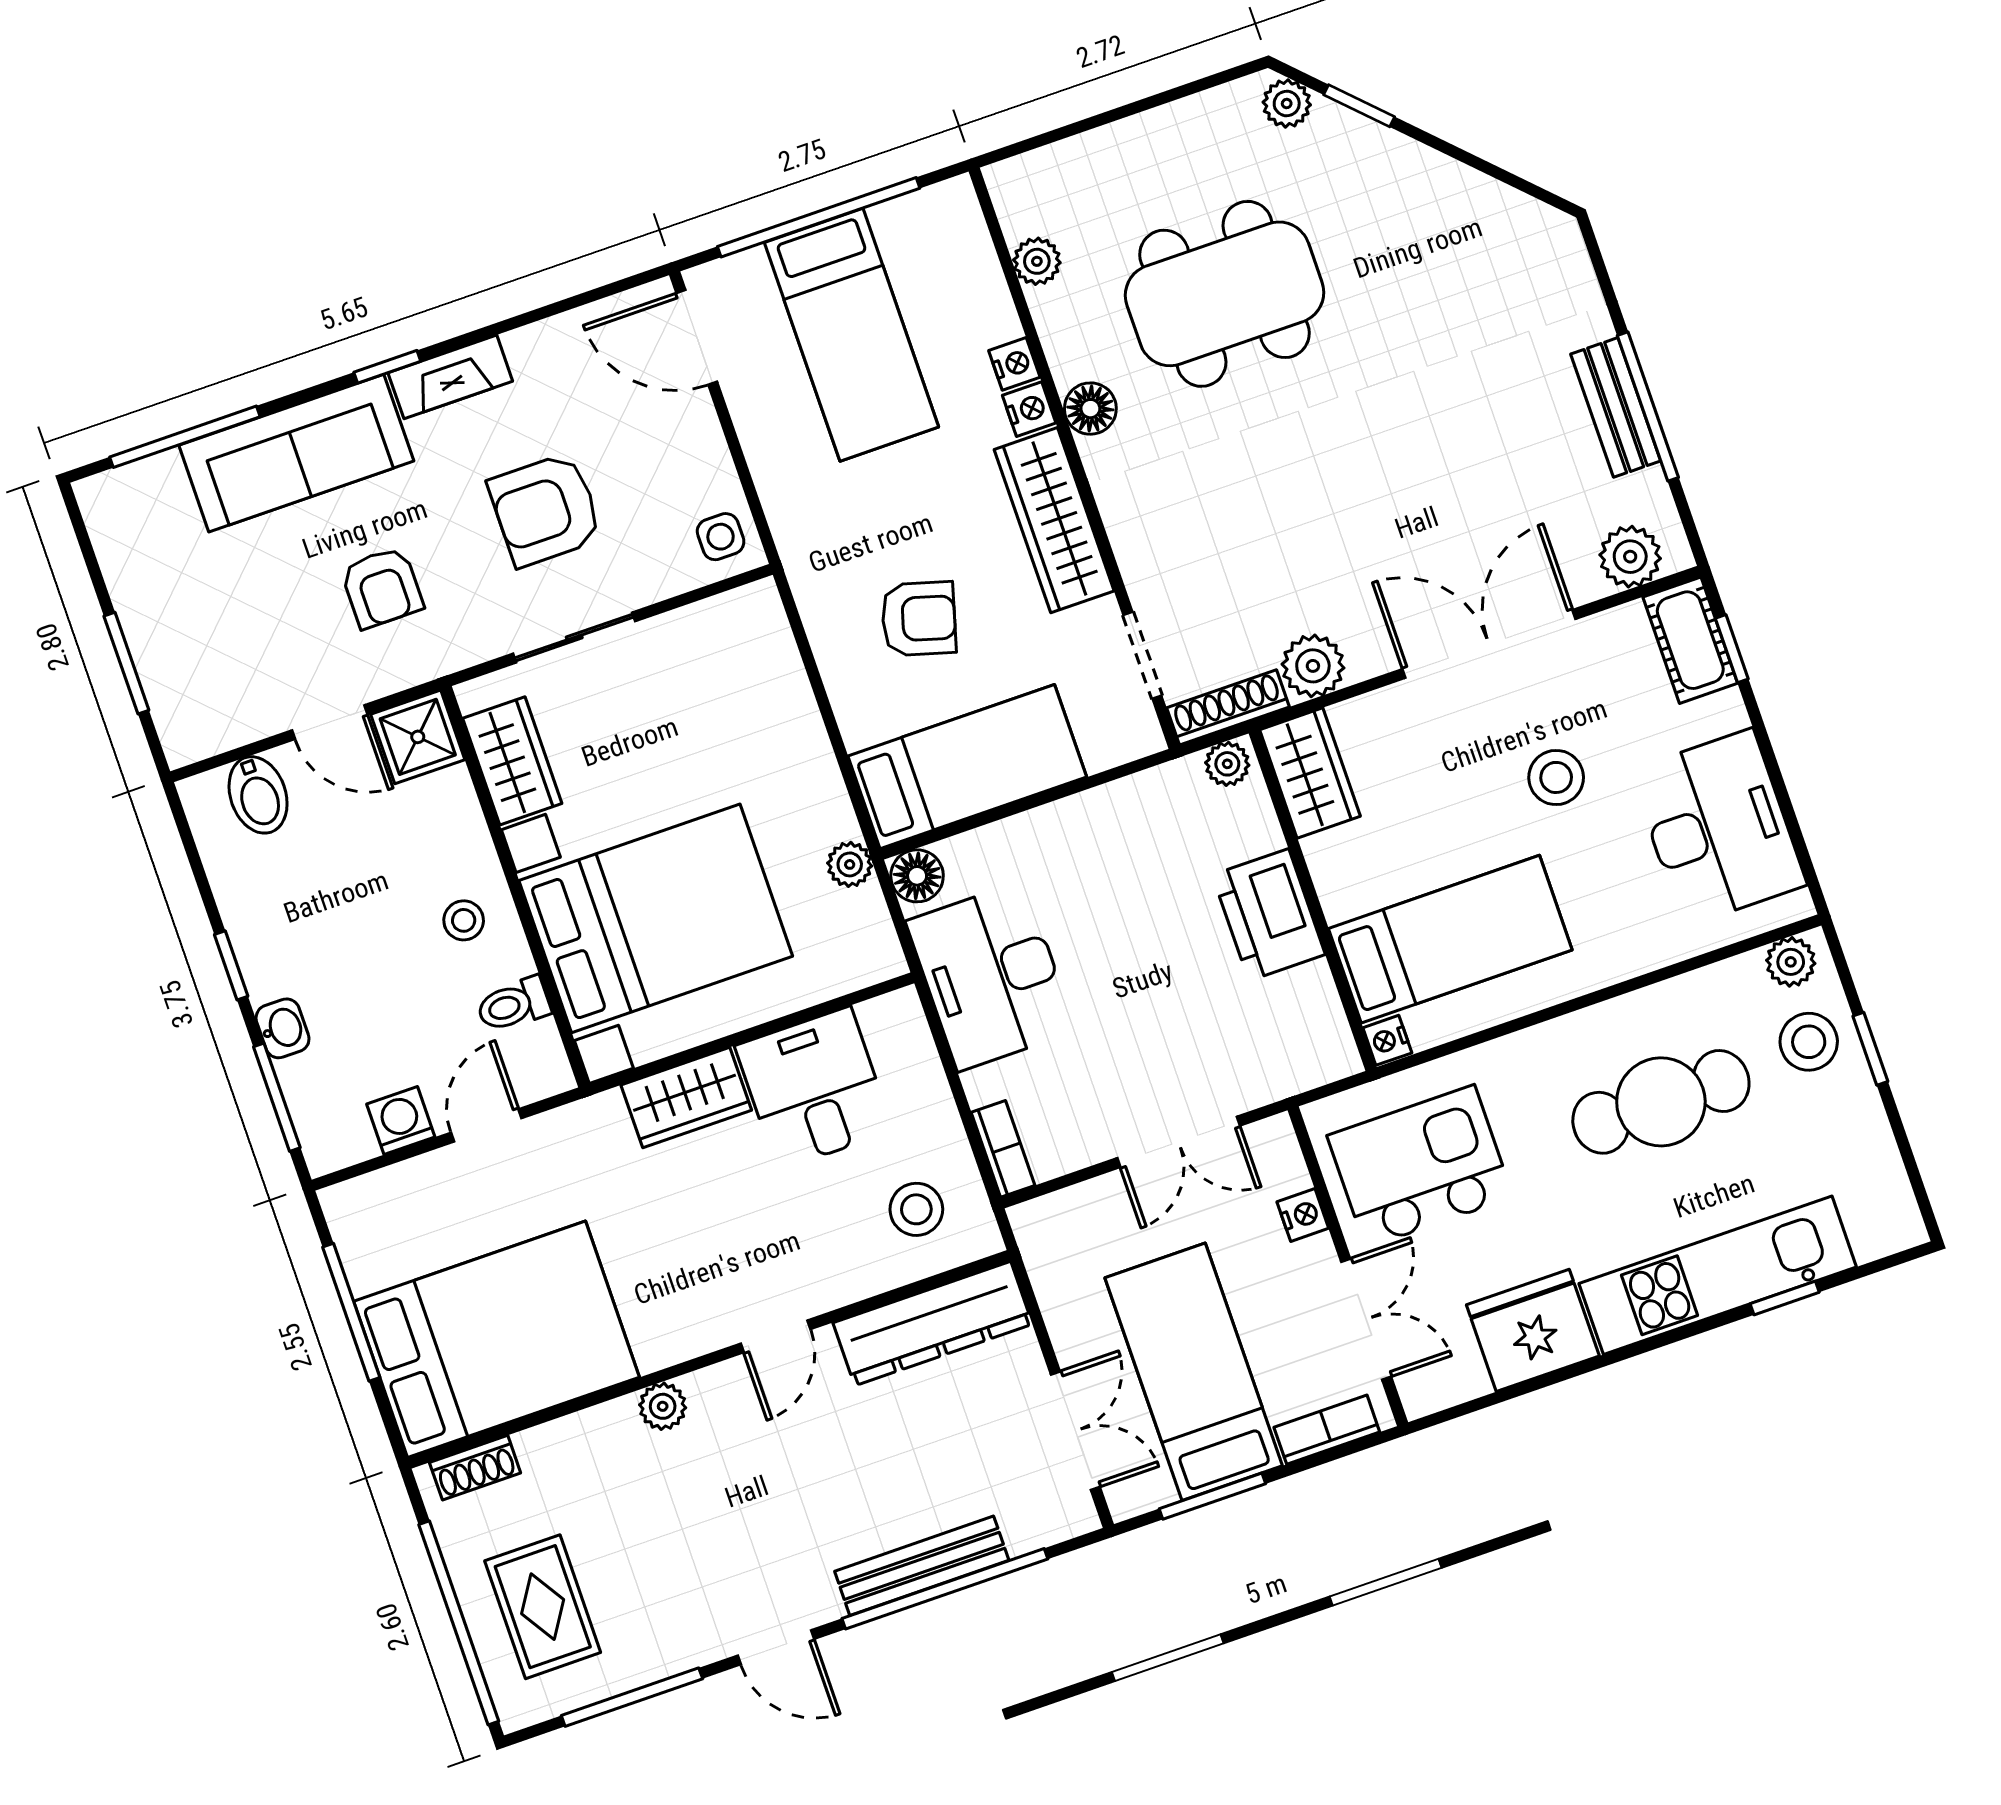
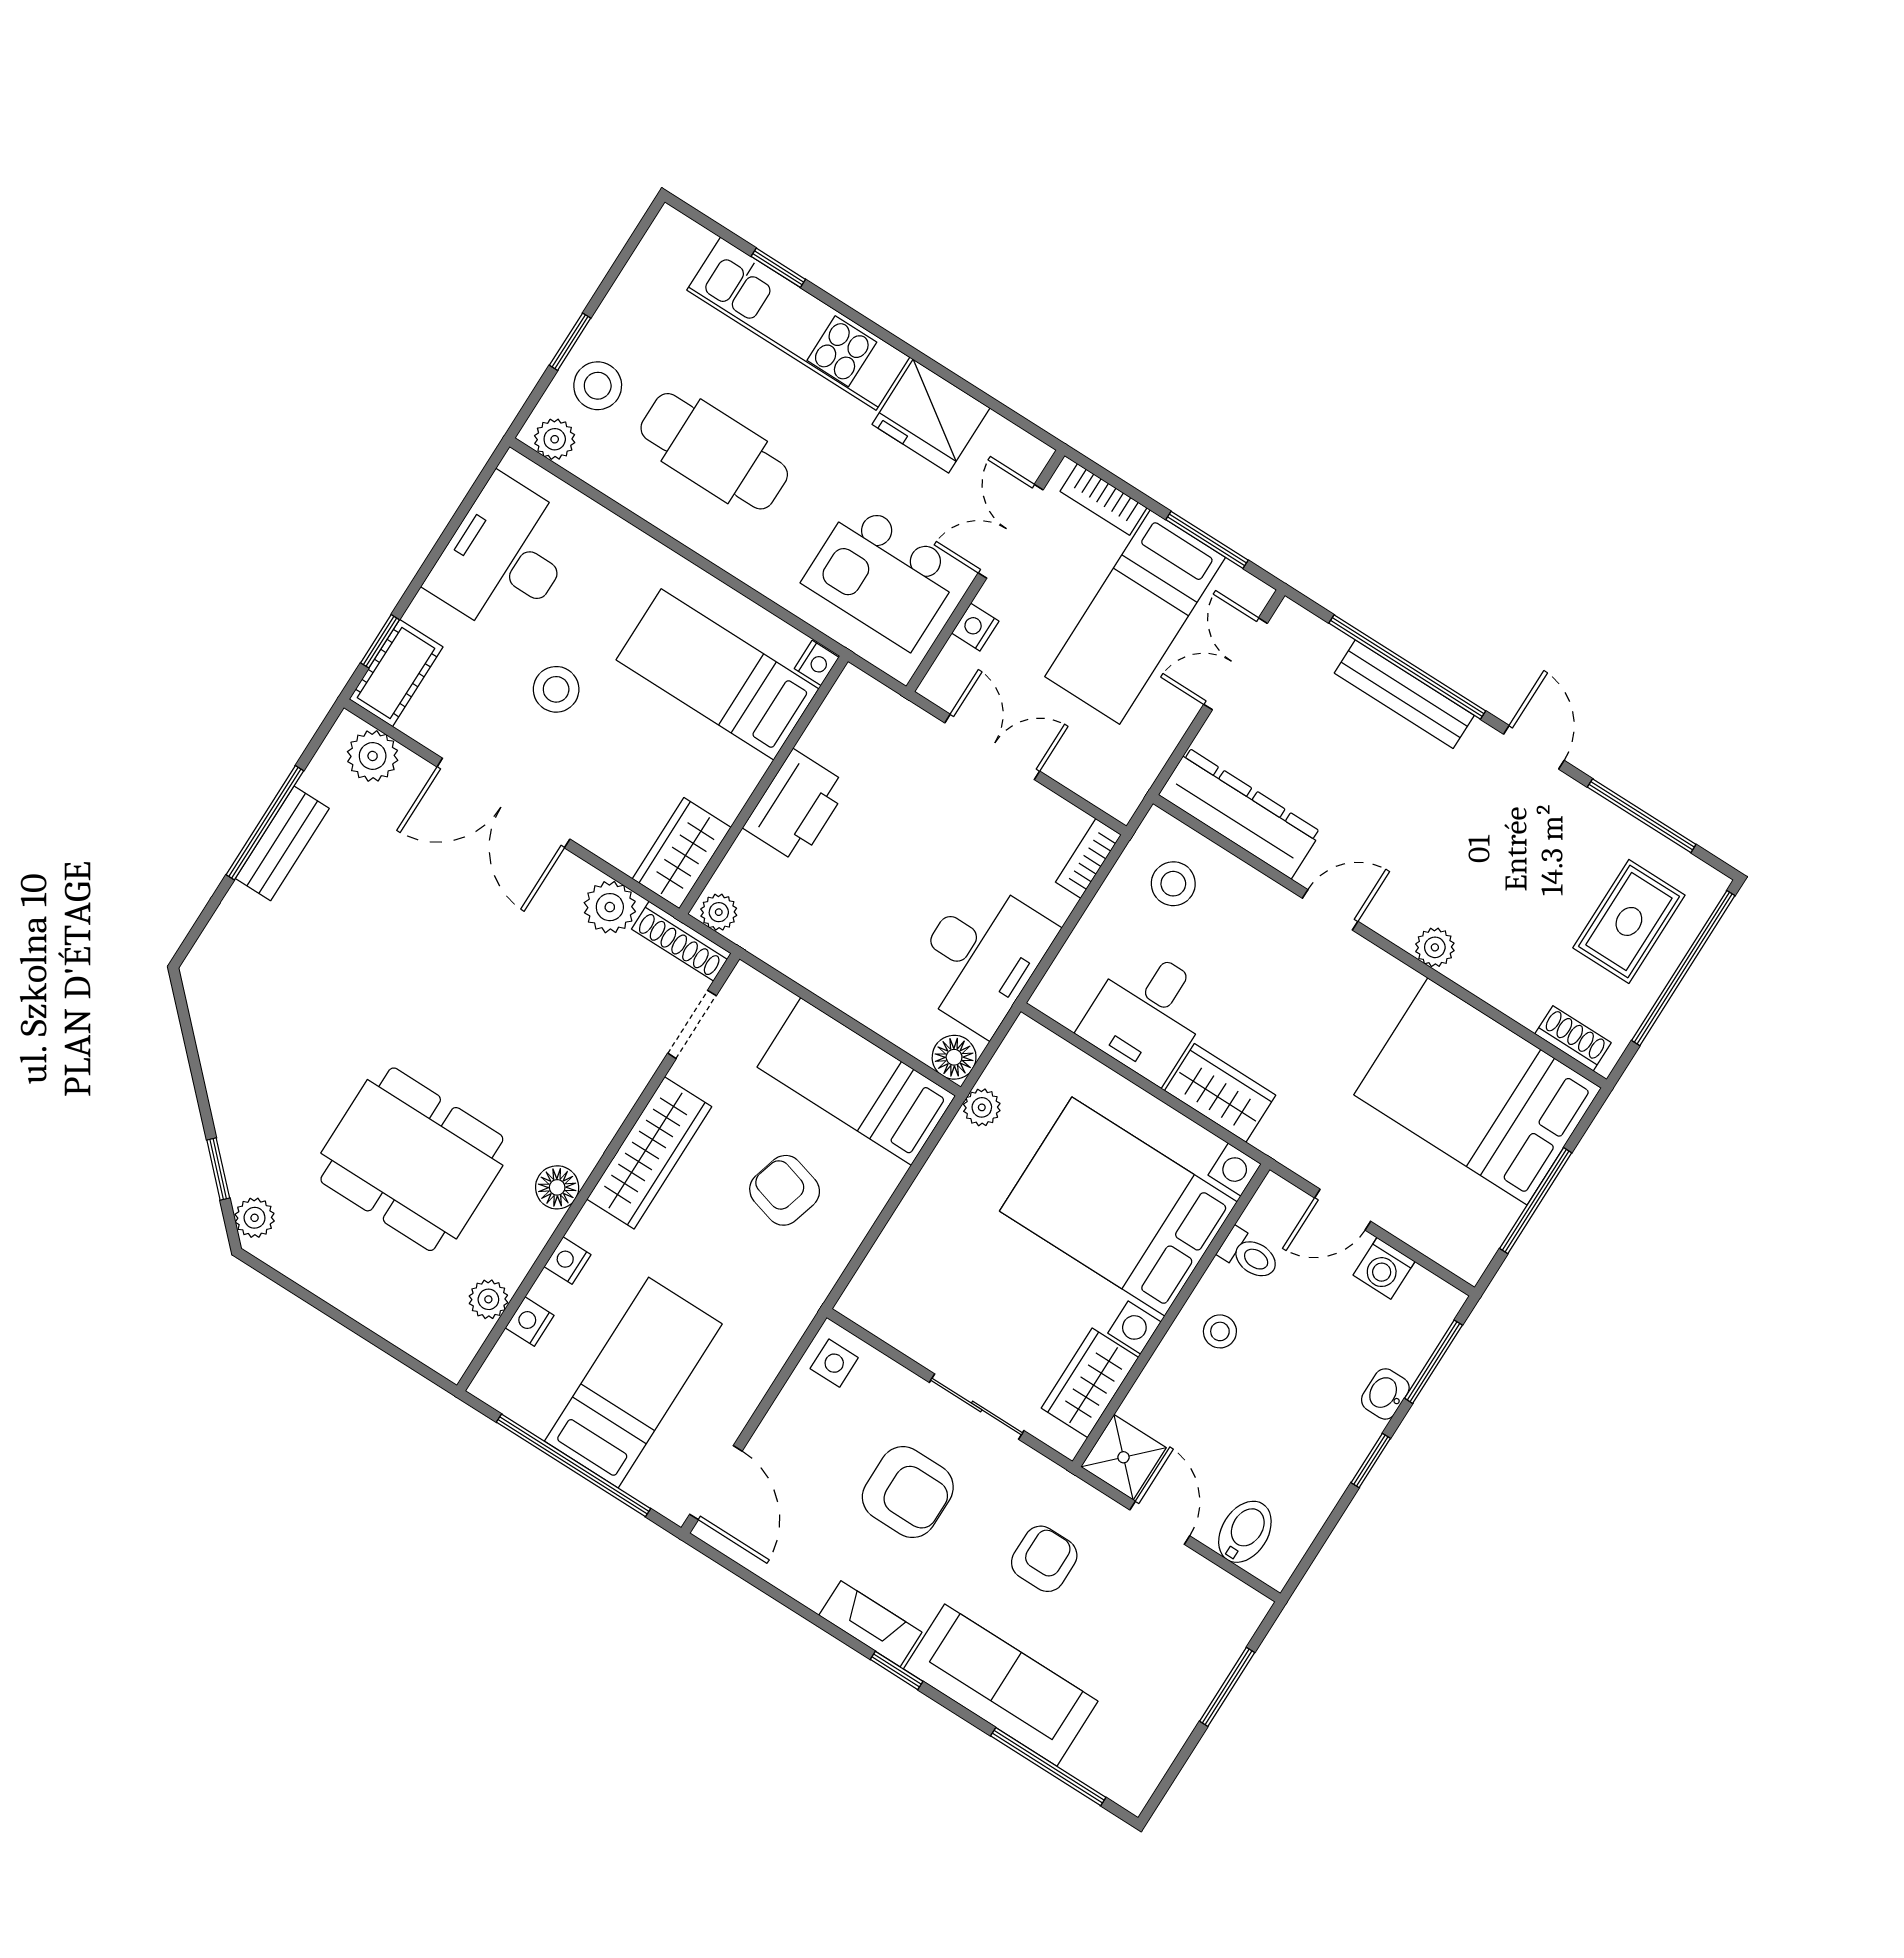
nightstand: (1029, 409) -> (530, 1322), moved

